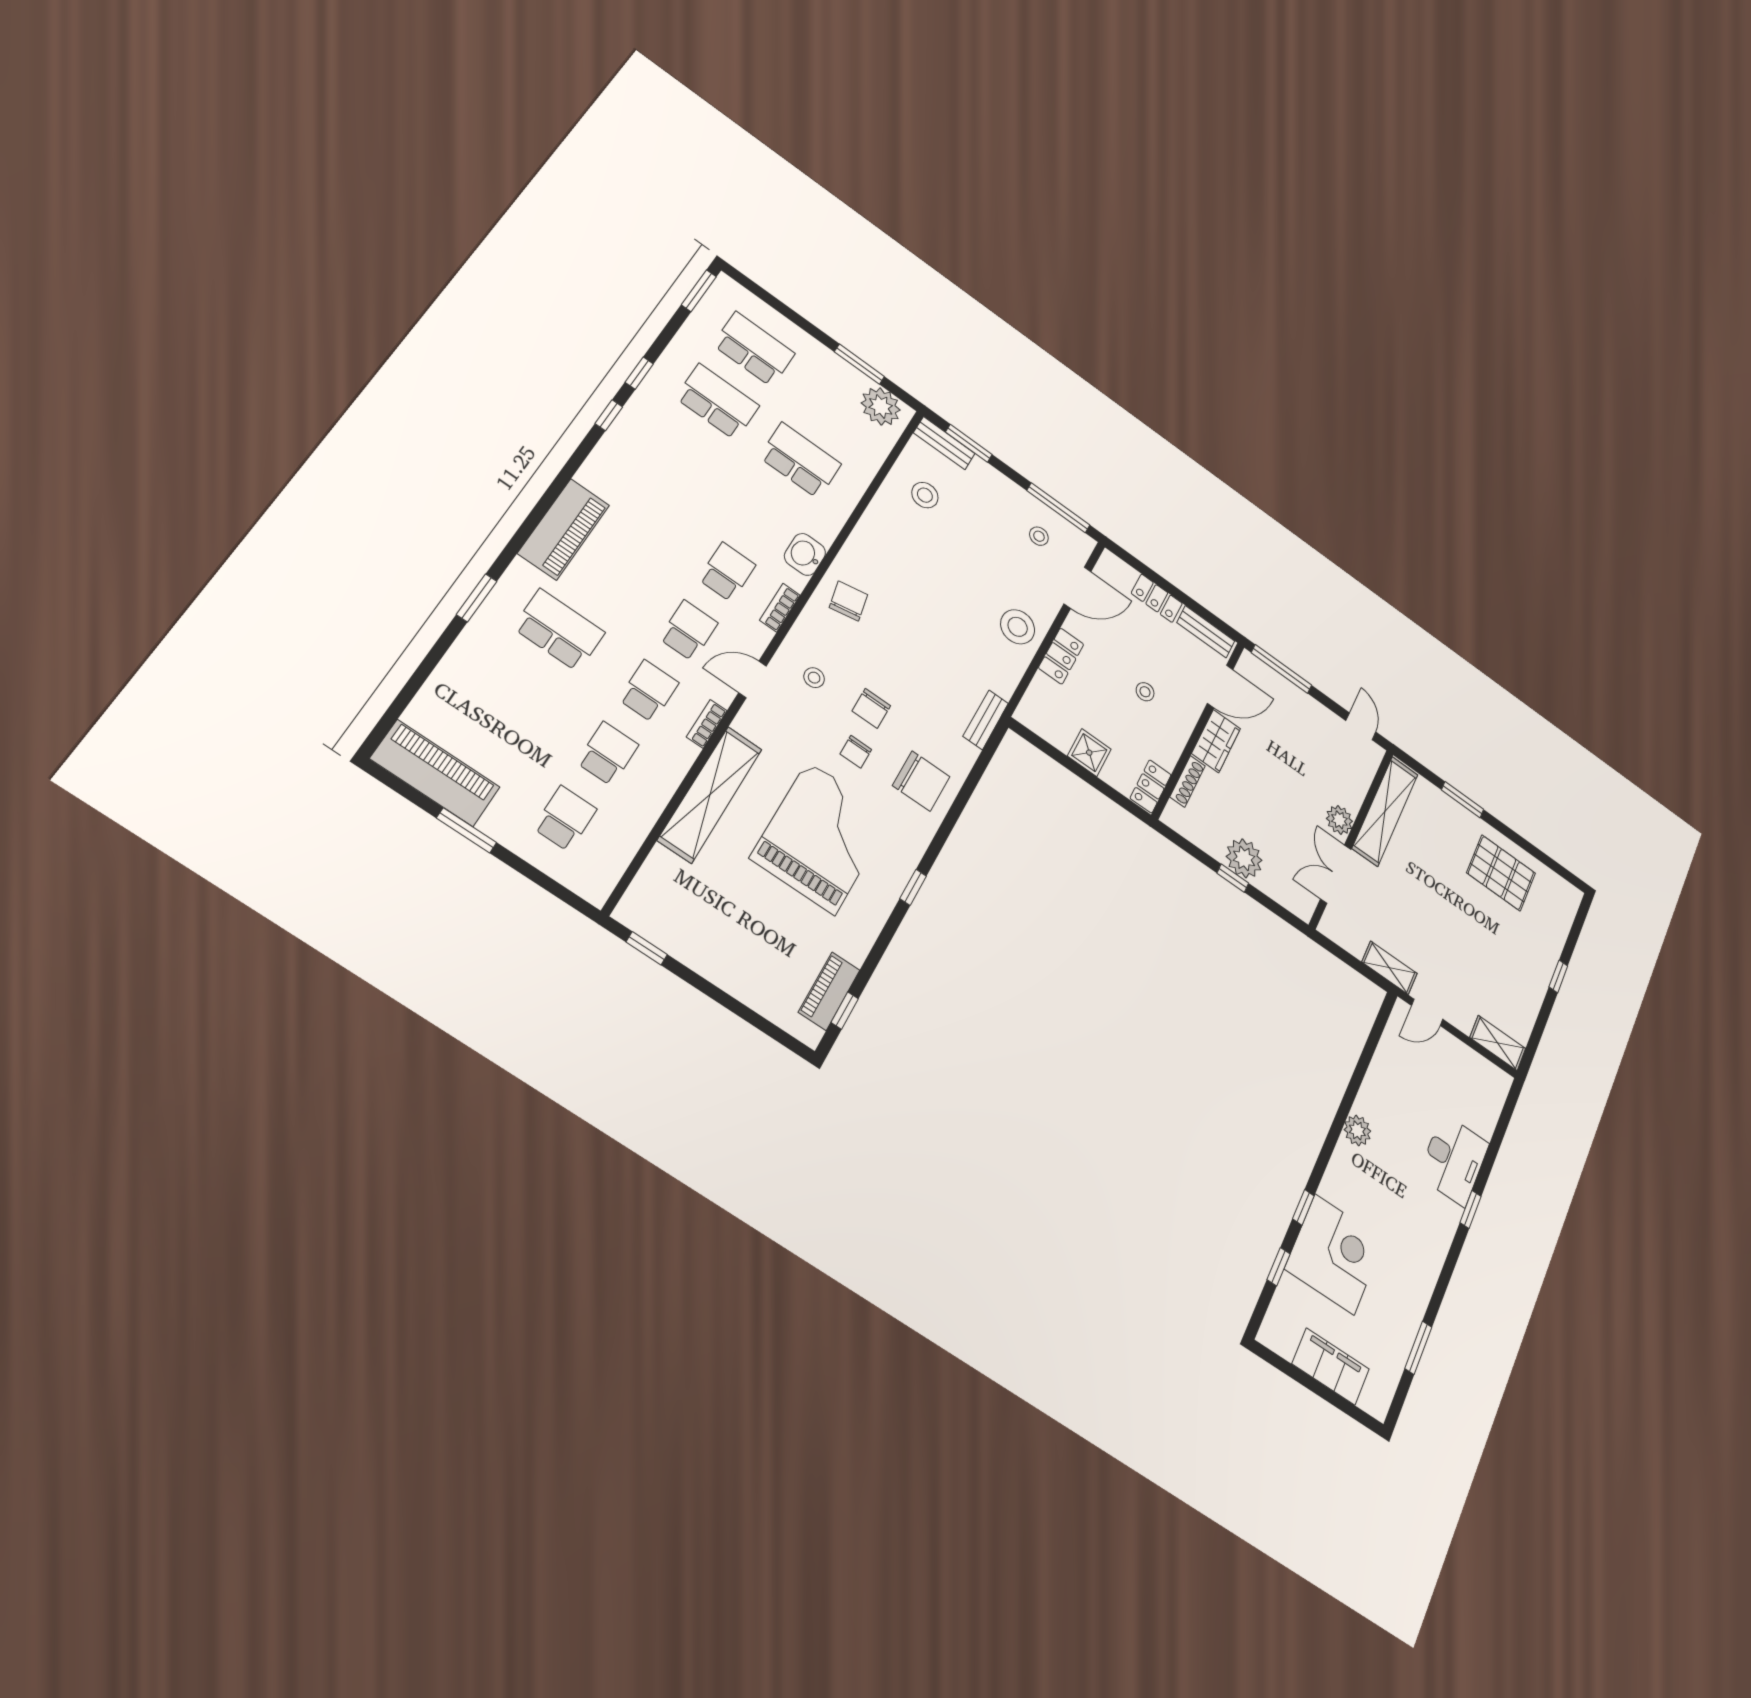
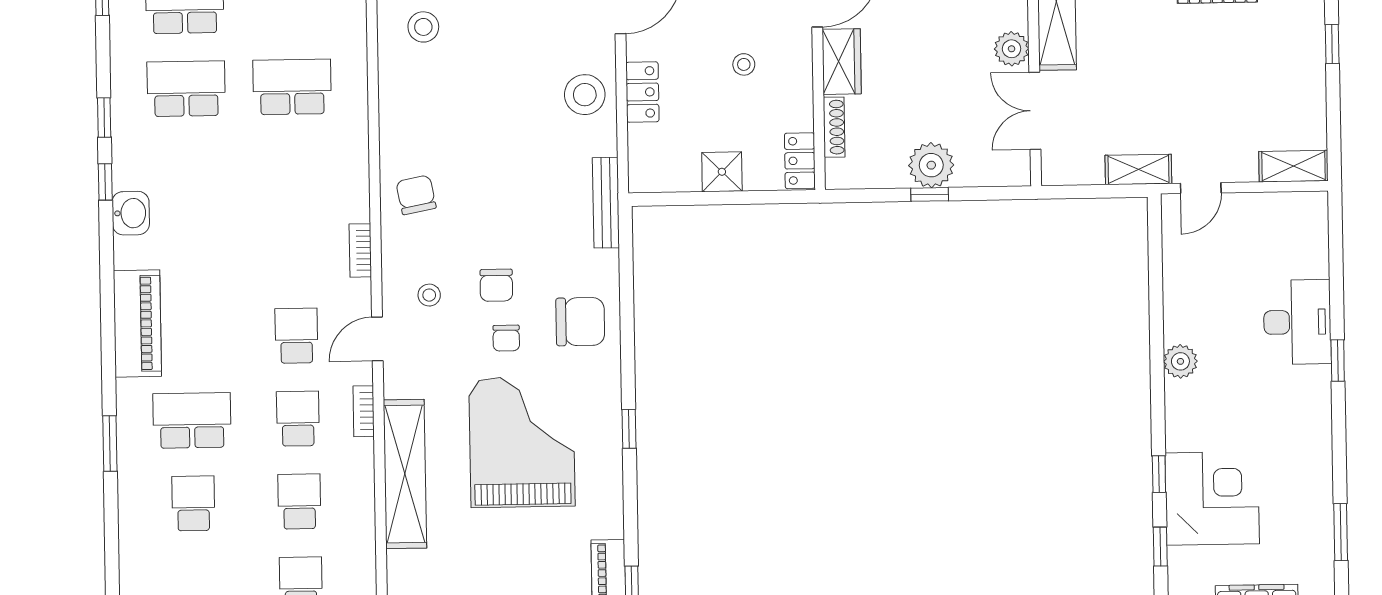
washbasin: (805, 554) -> (131, 213), moved, turned 180
school desk: (727, 572) -> (193, 503), moved
bench: (986, 720) -> (606, 203), width x1.36

